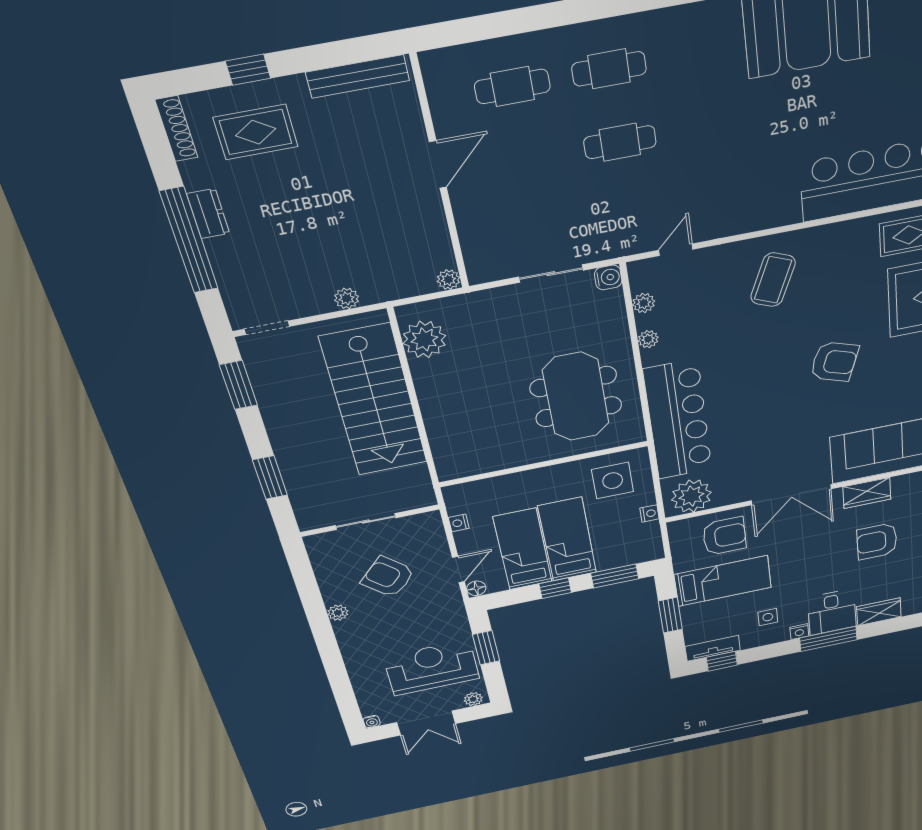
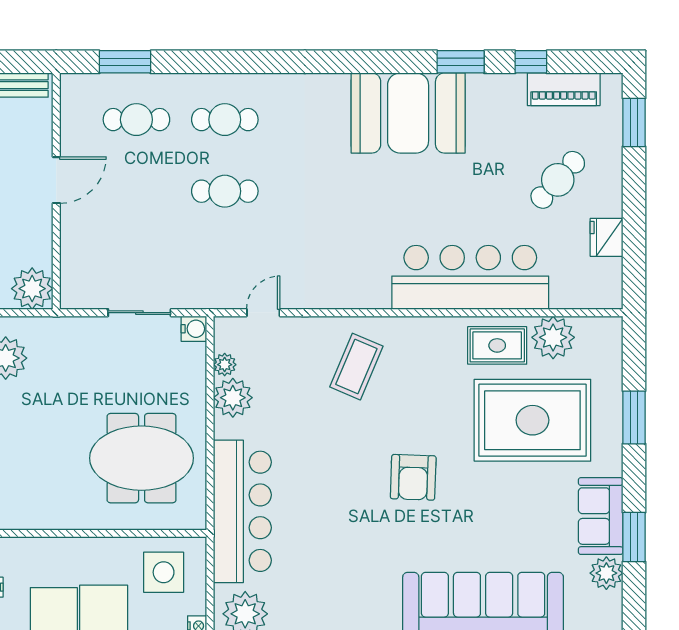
window: (488, 27) -> (125, 62), added
plant: (448, 280) -> (32, 289), width x1.87, depth x1.87
plant: (648, 339) -> (233, 398), width x1.88, depth x1.88
armchair: (834, 362) -> (413, 477), turned 73
meeting table: (576, 397) -> (142, 458), turned 90

